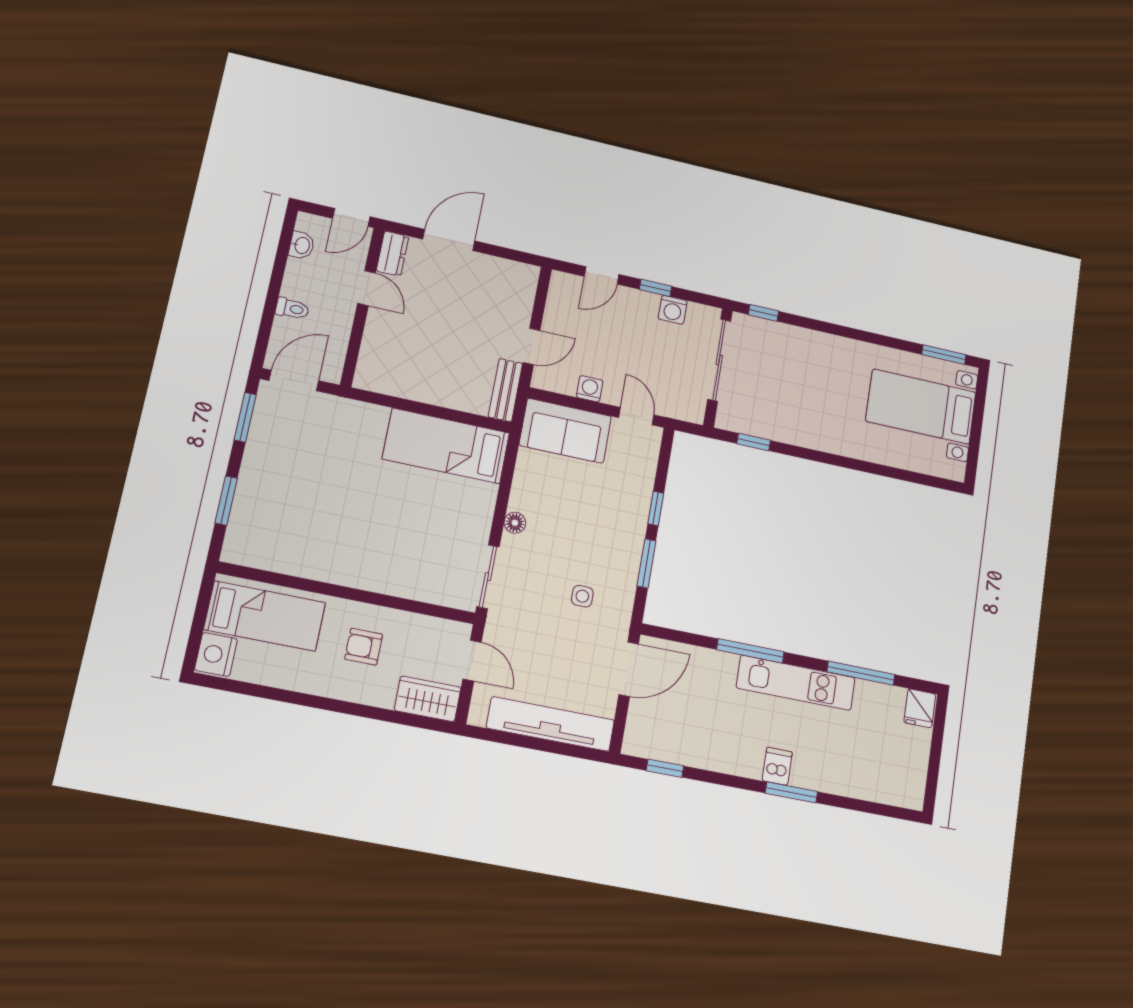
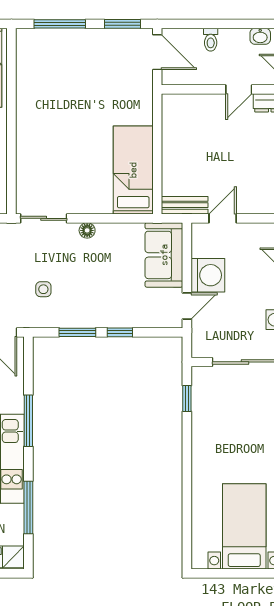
door: (532, 346) -> (223, 218), swing flipped
washing machine: (590, 389) -> (208, 275), width x1.89, depth x1.89
window: (226, 501) -> (60, 24), width x1.44

